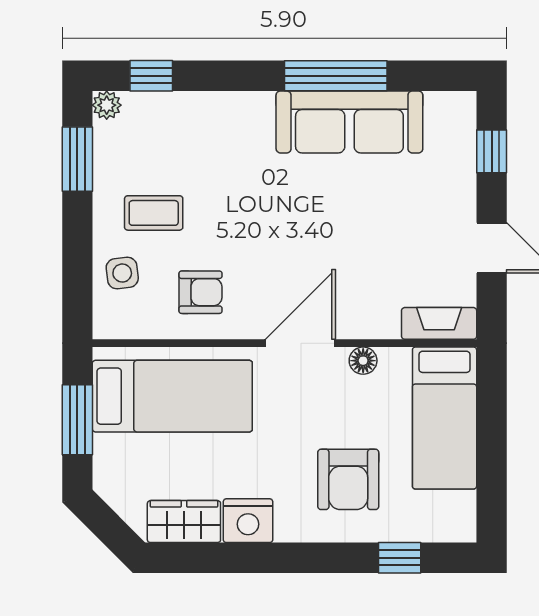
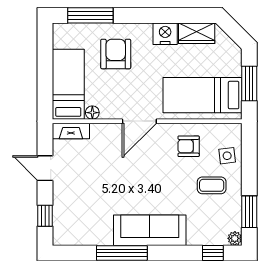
sofa: (349, 122) -> (150, 230), moved
floor lamp: (363, 361) -> (92, 113), moved
window: (400, 558) -> (90, 15), width x2.17

